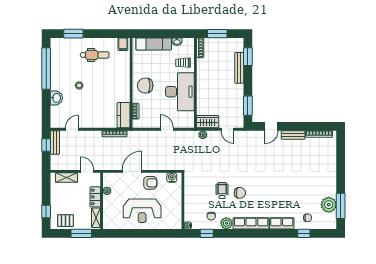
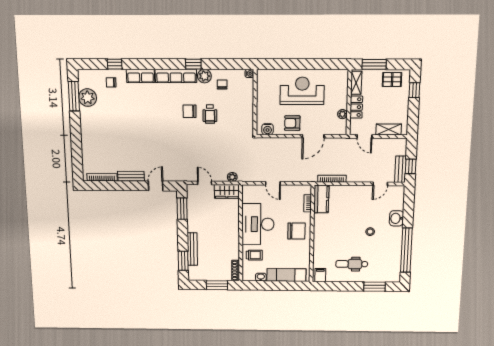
window: (207, 233) -> (193, 64), moved

